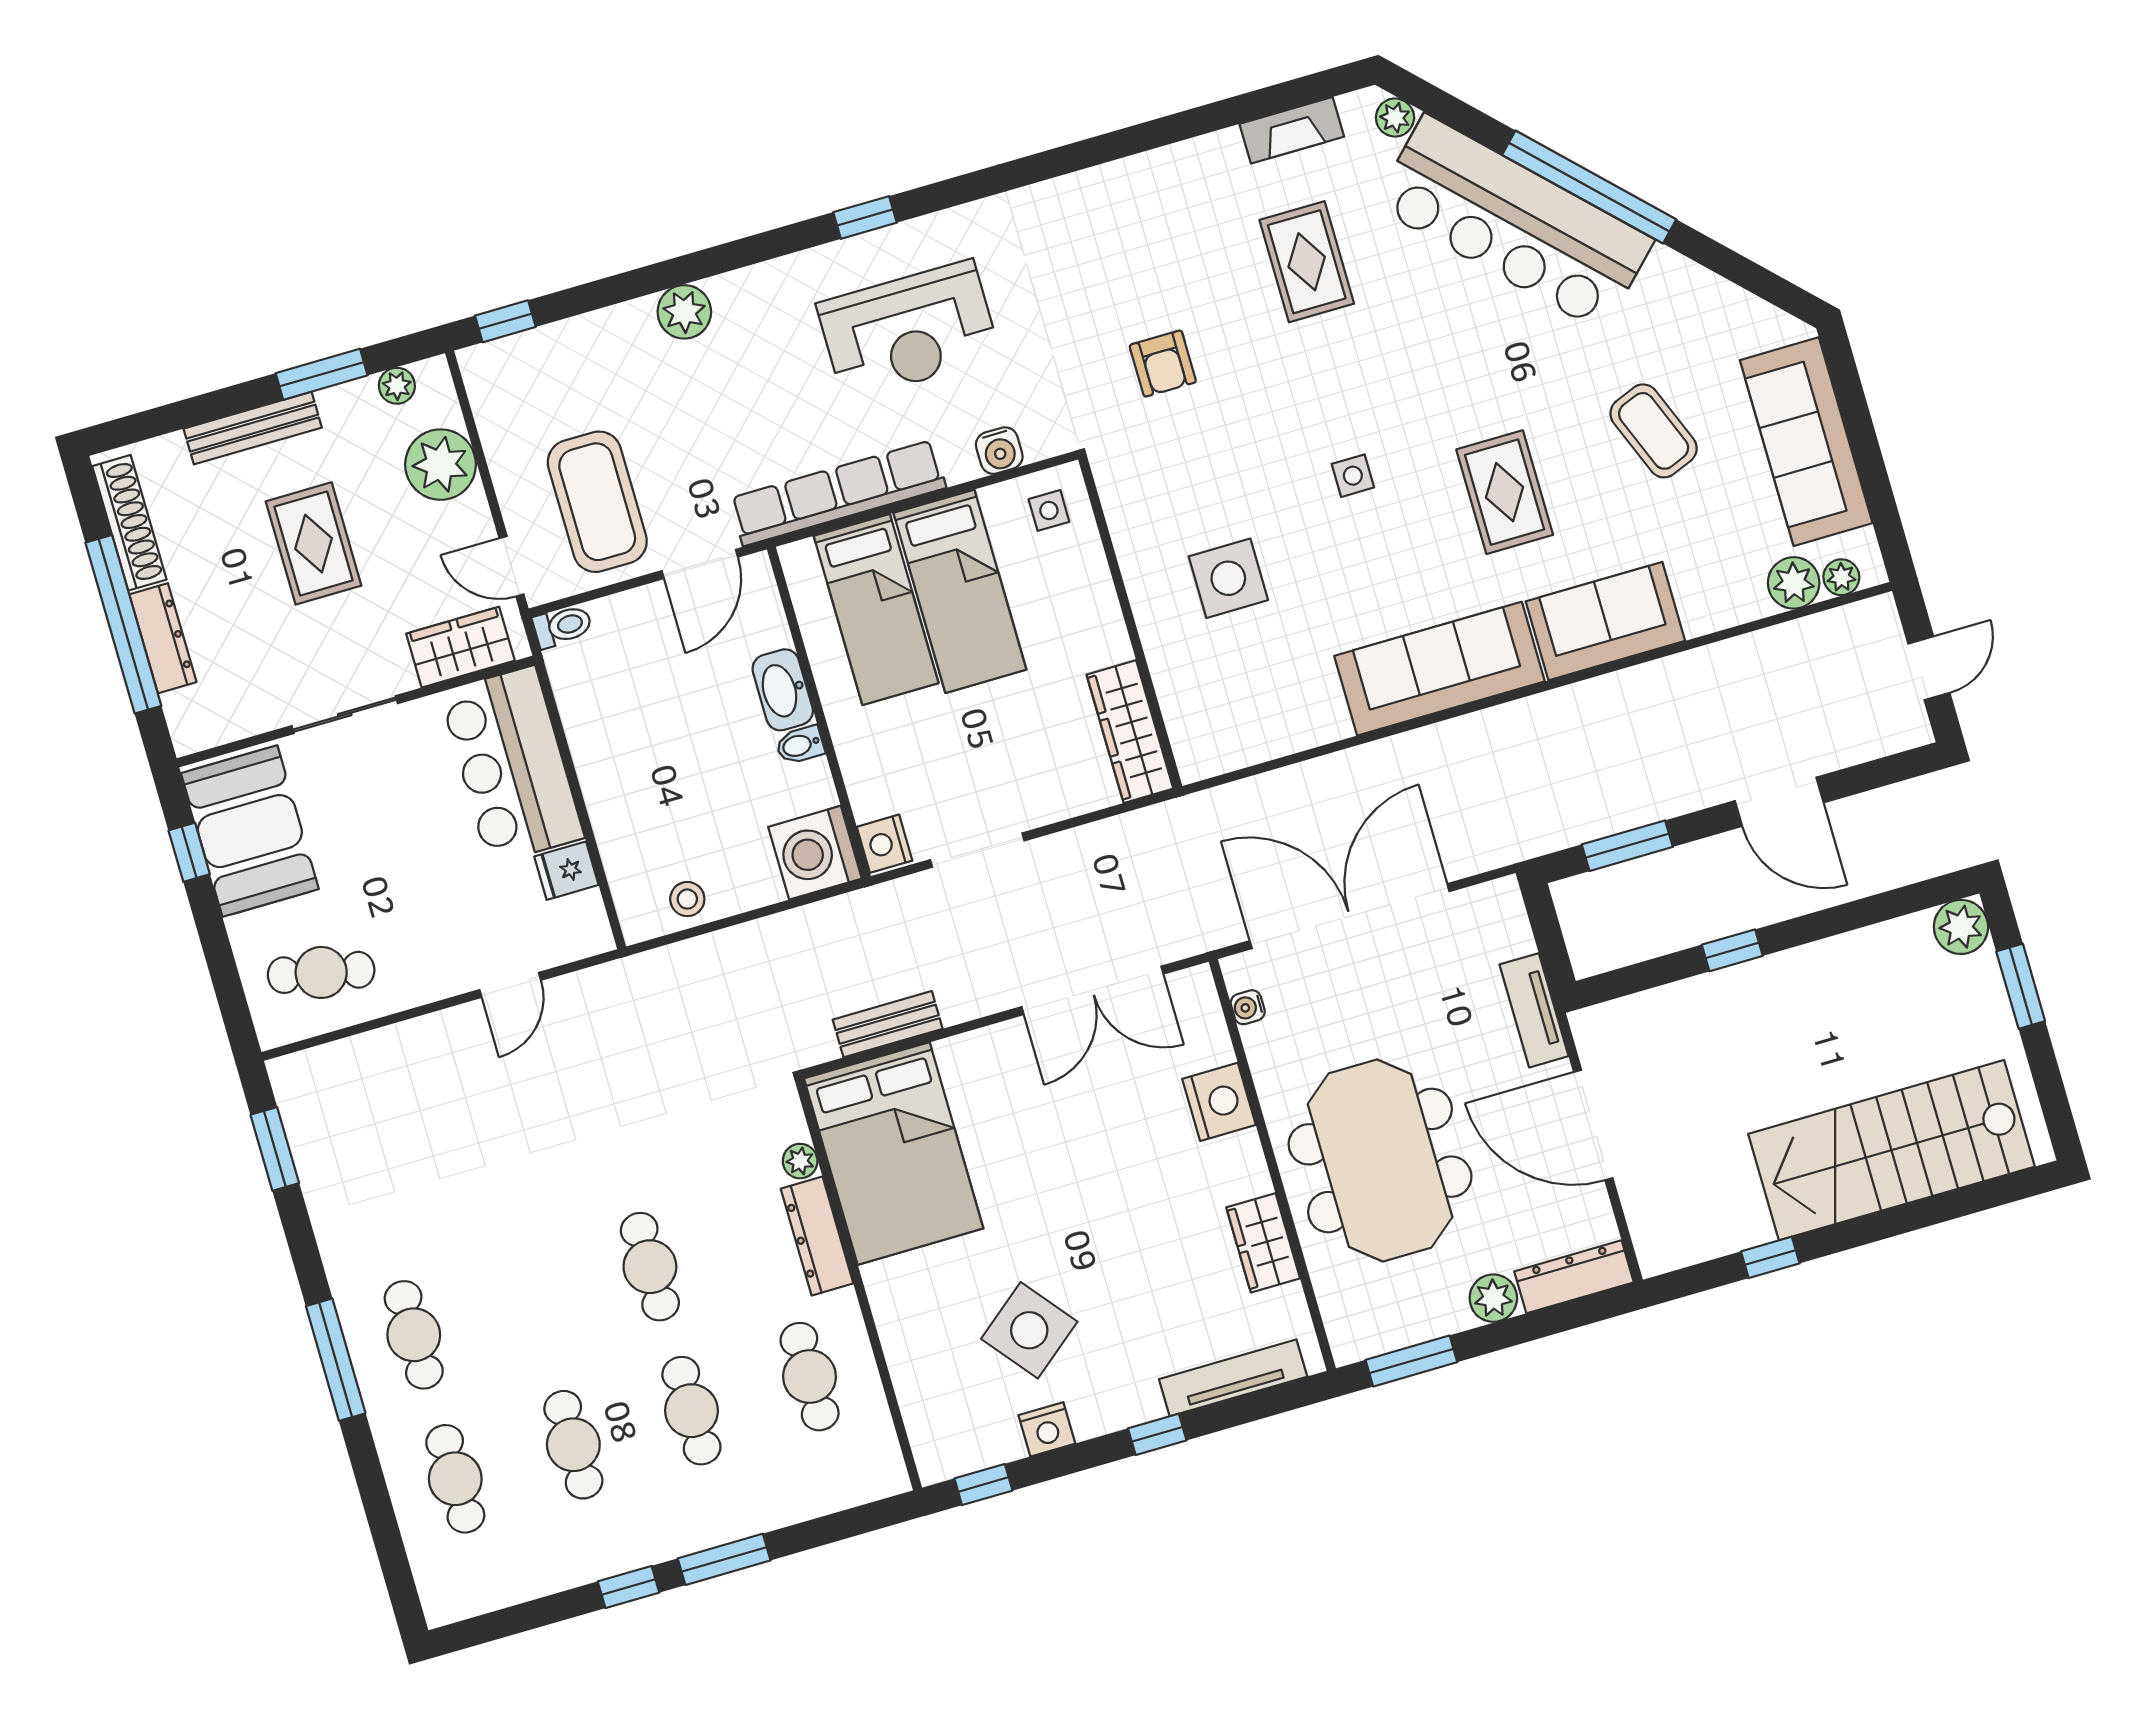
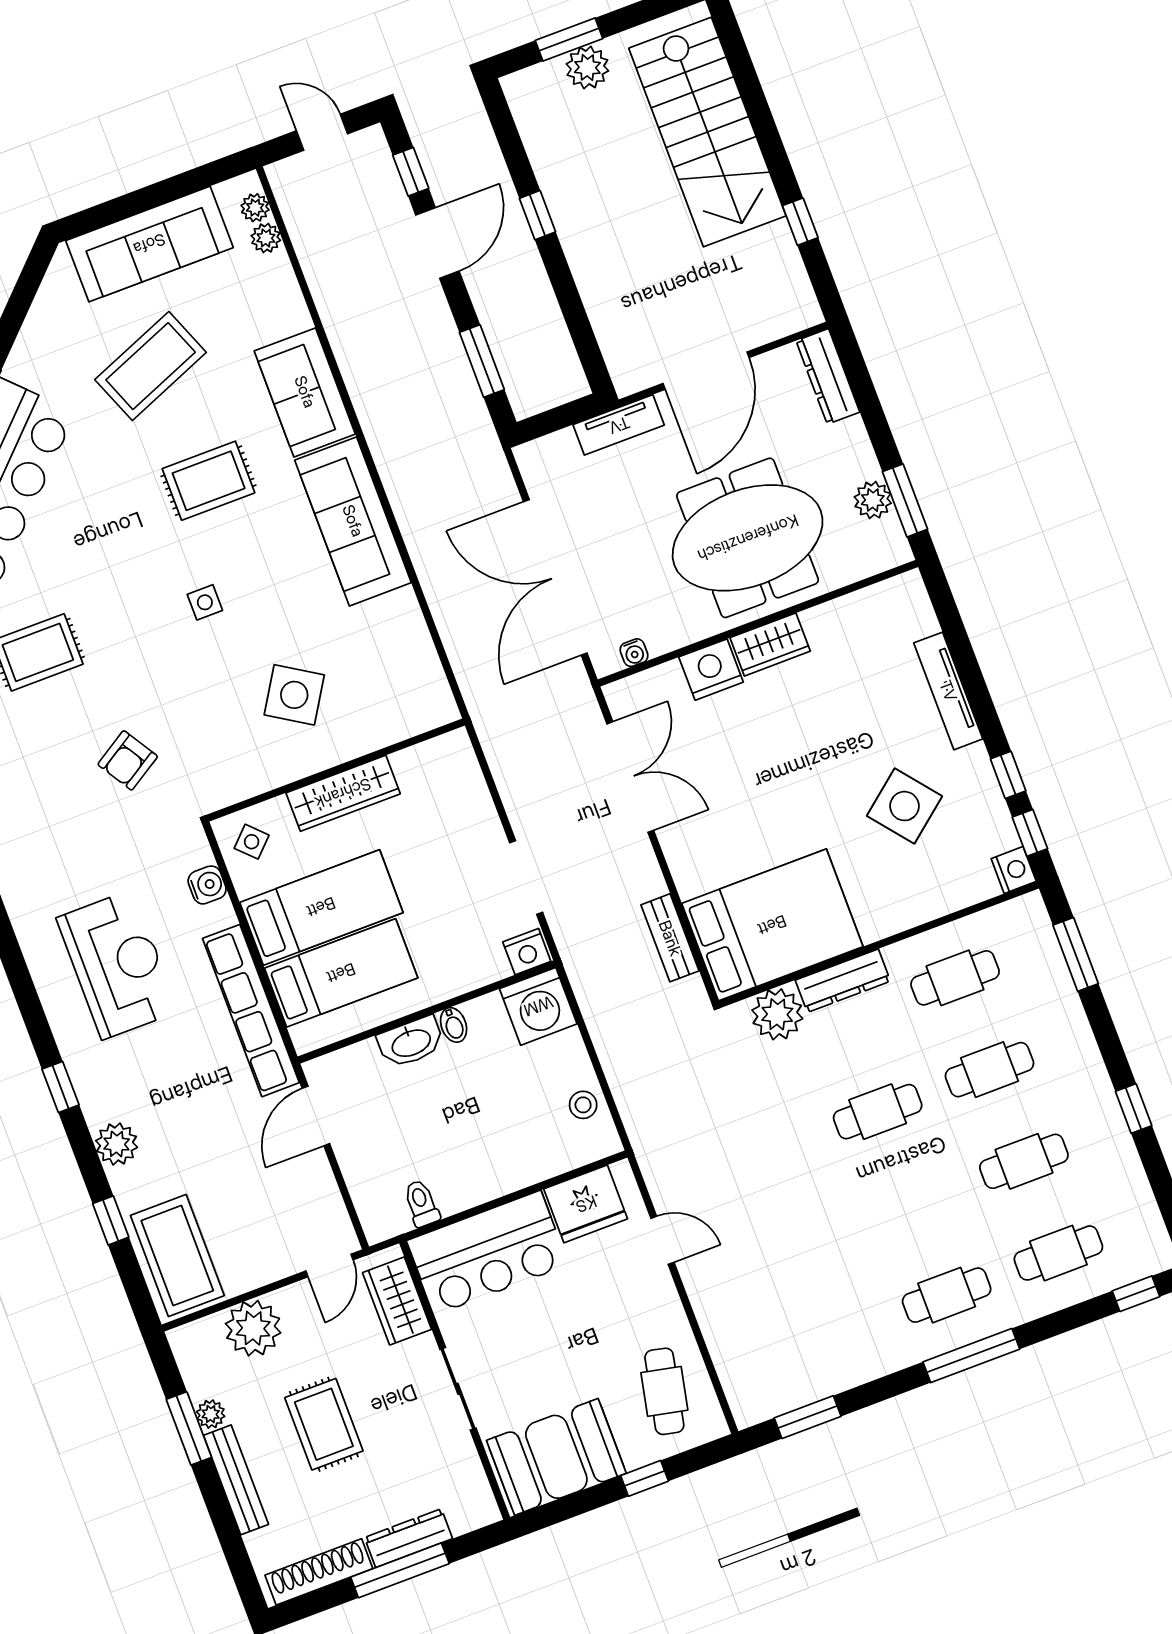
window: (865, 217) -> (60, 1087), moved
window: (505, 321) -> (111, 1220), moved
armchair: (1163, 364) -> (128, 760), turned 148
plant: (397, 386) -> (211, 1414), moved
coffee table: (1654, 431) -> (151, 366), width x1.36, depth x1.32
coffee table: (597, 502) -> (177, 1256), moved, turned 90
side table: (1049, 510) -> (252, 842), turned 45
rug: (314, 543) -> (324, 1424), turned 90
door: (700, 564) -> (316, 1116), swing flipped
side table: (1228, 578) -> (294, 695), turned 32
plant: (1794, 583) -> (266, 238), width x0.73, depth x0.73
window: (123, 624) -> (400, 1570), width x0.68
toilet: (563, 626) -> (421, 1203), moved
wardrobe: (1130, 732) -> (343, 793), moved
window: (1871, 775) -> (411, 172), added
window: (189, 852) -> (645, 1478), moved
fridge: (566, 871) -> (586, 1204), width x1.88, depth x1.34
plant: (1961, 927) -> (587, 67), moved
window: (1732, 950) -> (537, 215), moved
plant: (800, 1161) -> (777, 1014), width x1.88, depth x1.88
wardrobe: (1263, 1243) -> (770, 644), moved
plant: (1493, 1298) -> (873, 500), moved
tv unit: (1233, 1378) -> (948, 691), moved
nightstand: (1047, 1429) -> (1014, 870), moved
window: (1157, 1434) -> (1008, 775), moved
window: (724, 1559) -> (1076, 954), moved
window: (397, 1572) -> (1136, 1294), added

